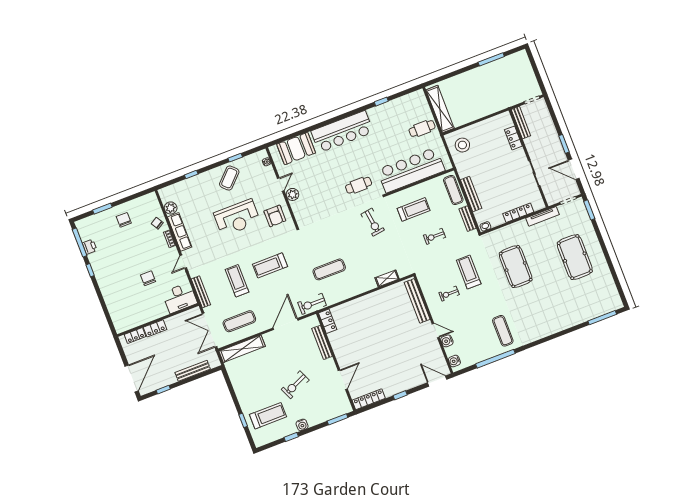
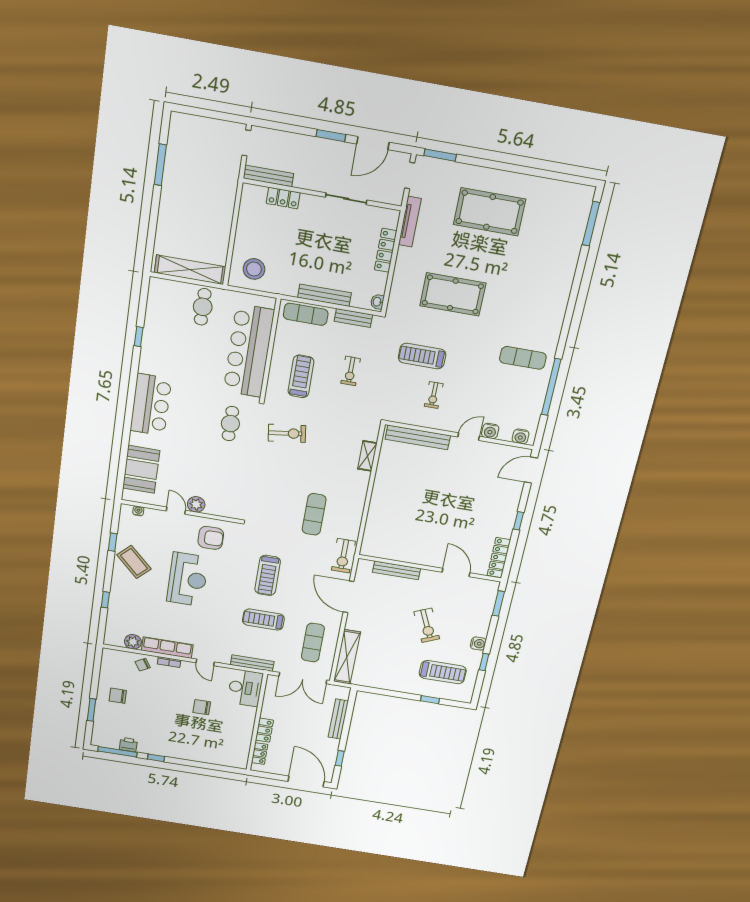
bar counter: (342, 132) -> (151, 405), width x0.73
locker: (328, 321) -> (376, 550), removed
treadmill: (268, 416) -> (443, 672), turned 90

